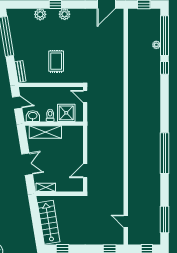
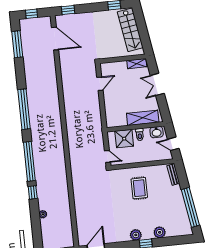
window: (164, 36) -> (29, 161), moved
door: (126, 221) -> (55, 39), width x1.88

